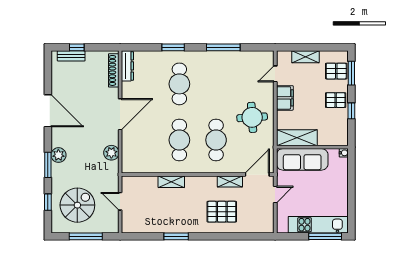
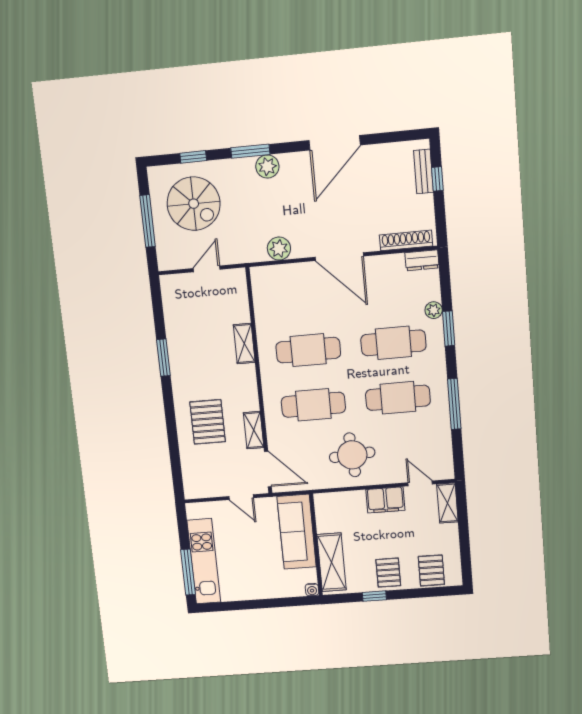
plant: (160, 56) -> (434, 310), added
shelving: (305, 57) -> (447, 503), moved
dresser: (127, 66) -> (422, 260), width x0.70
window: (351, 73) -> (430, 592), removed
cafe table: (216, 84) -> (398, 398), added
shelving: (297, 138) -> (332, 562), moved

